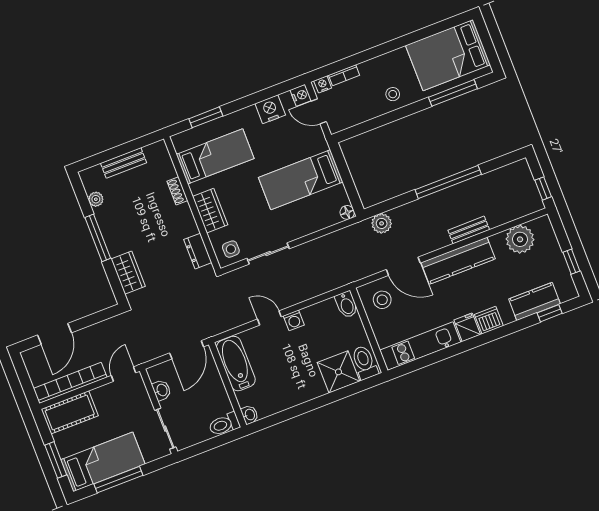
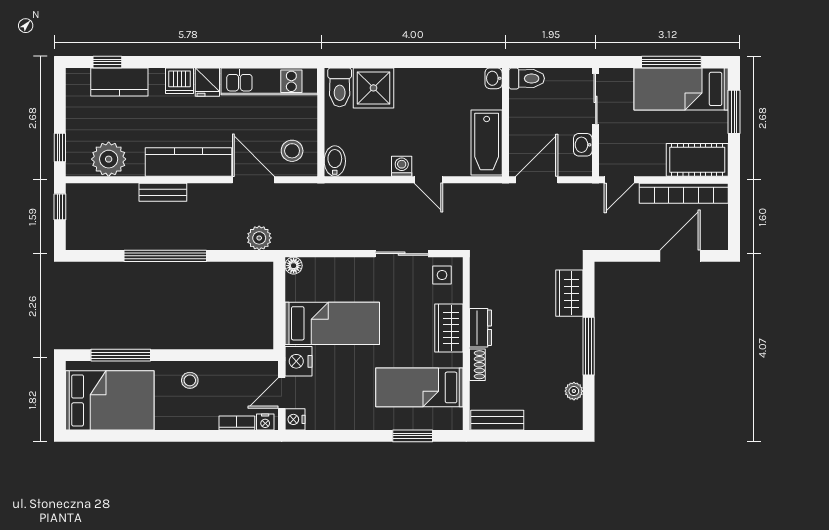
nightstand: (270, 109) -> (298, 361), moved, turned 90
door: (319, 111) -> (282, 393), swing flipped
bench: (124, 163) -> (497, 420), moved
dresser: (198, 251) -> (481, 328), moved
window: (571, 262) -> (60, 148), moved

